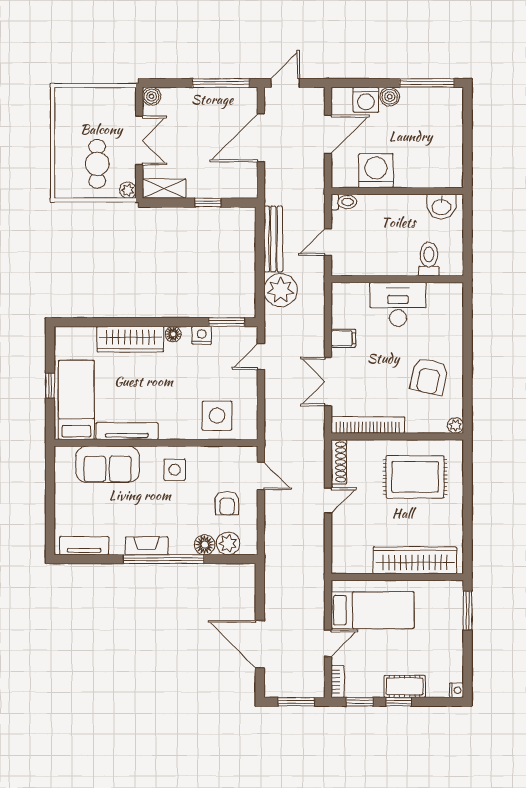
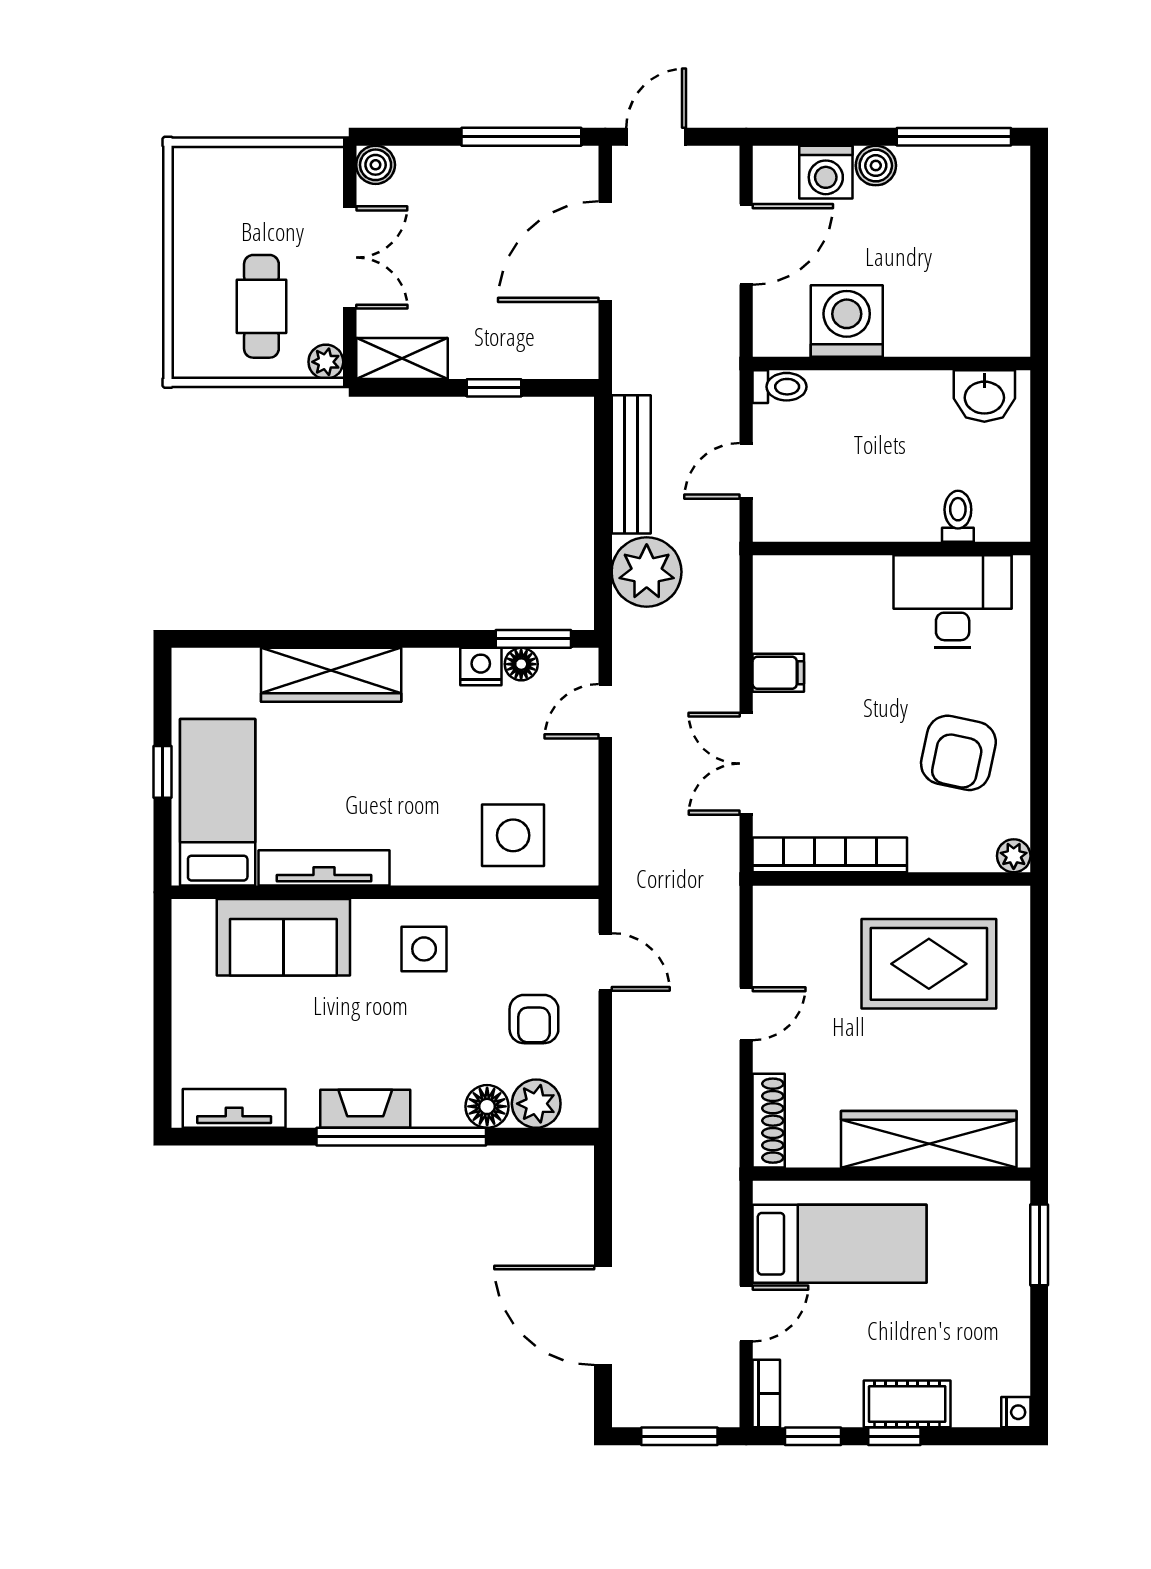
toilet: (429, 259) -> (958, 516), width x0.73, depth x0.72
desk: (398, 304) -> (953, 601), moved
floor lamp: (173, 334) -> (521, 664), moved
shoe rack: (339, 462) -> (769, 1121), moved

